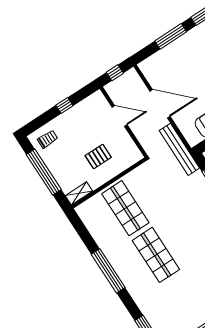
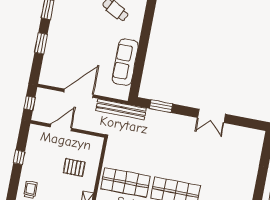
window: (171, 36) -> (41, 43), width x0.69
pallet: (98, 157) -> (74, 167), turned 90

